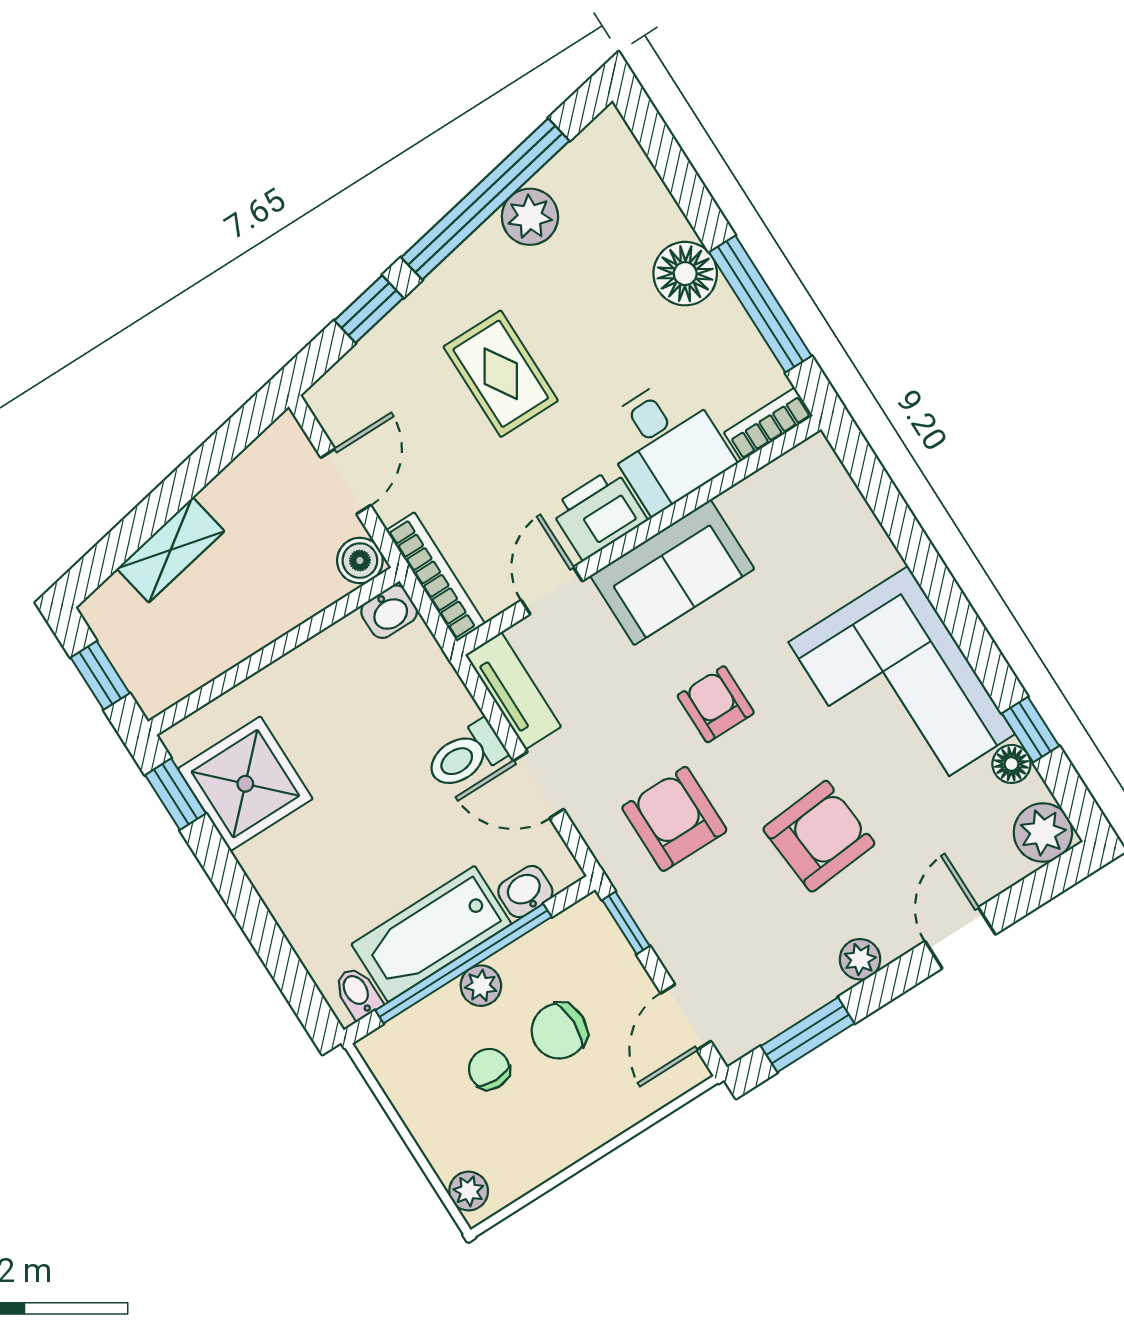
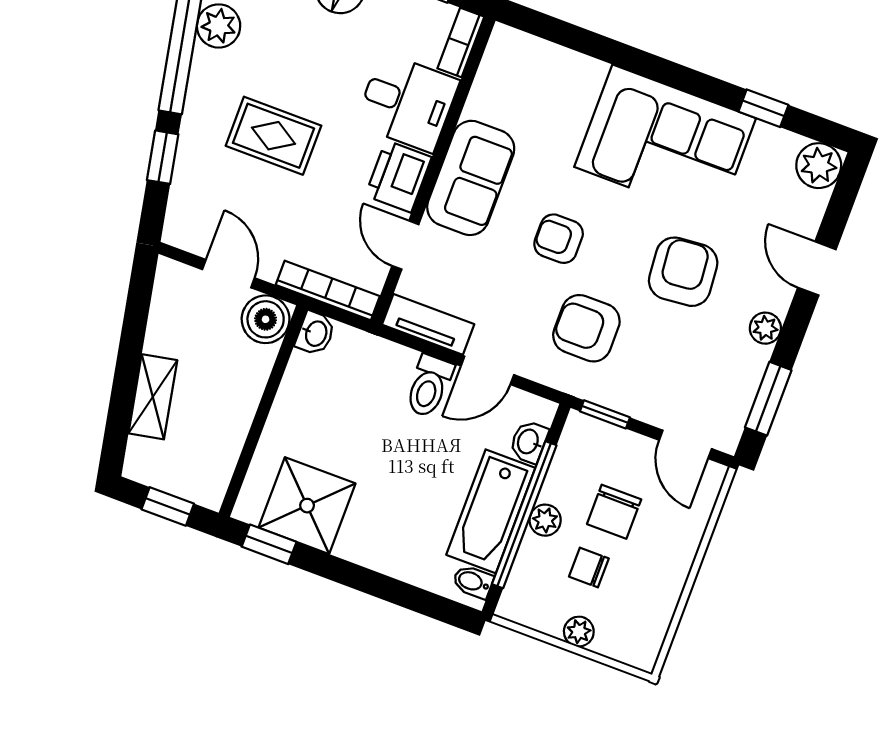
boiler: (360, 561) -> (266, 319), width x1.36, depth x1.36
floor lamp: (1011, 764) -> (768, 138), removed
plant: (469, 1191) -> (579, 632), moved

